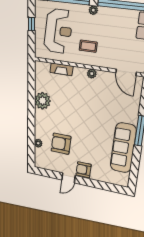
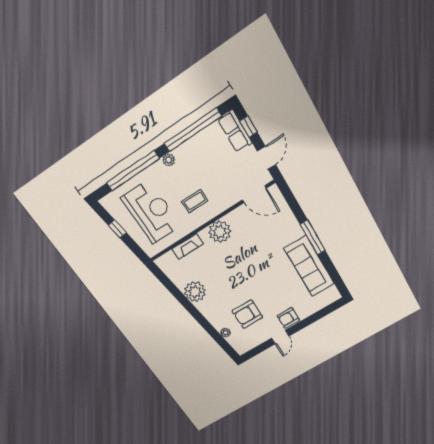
plant: (92, 74) -> (220, 232), width x1.87, depth x1.87

